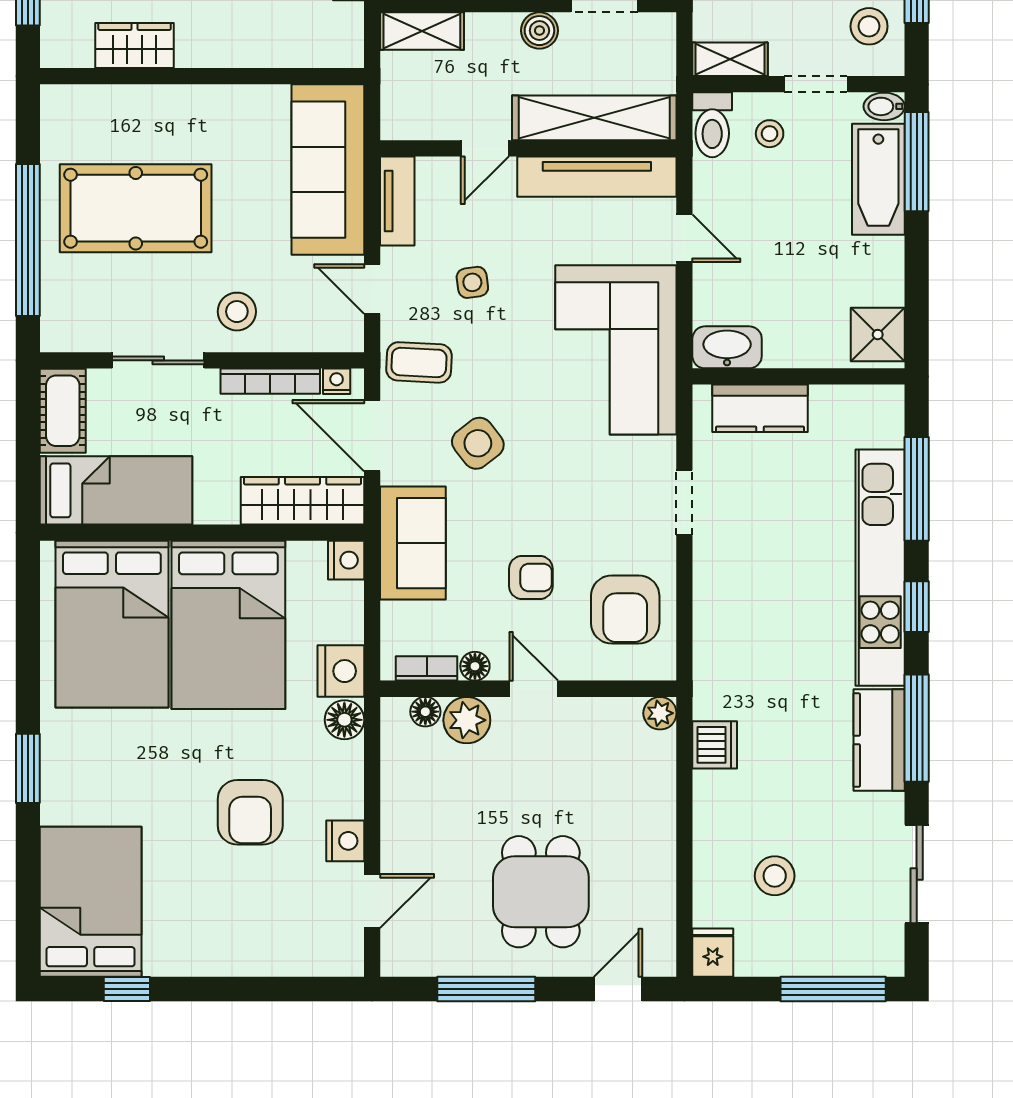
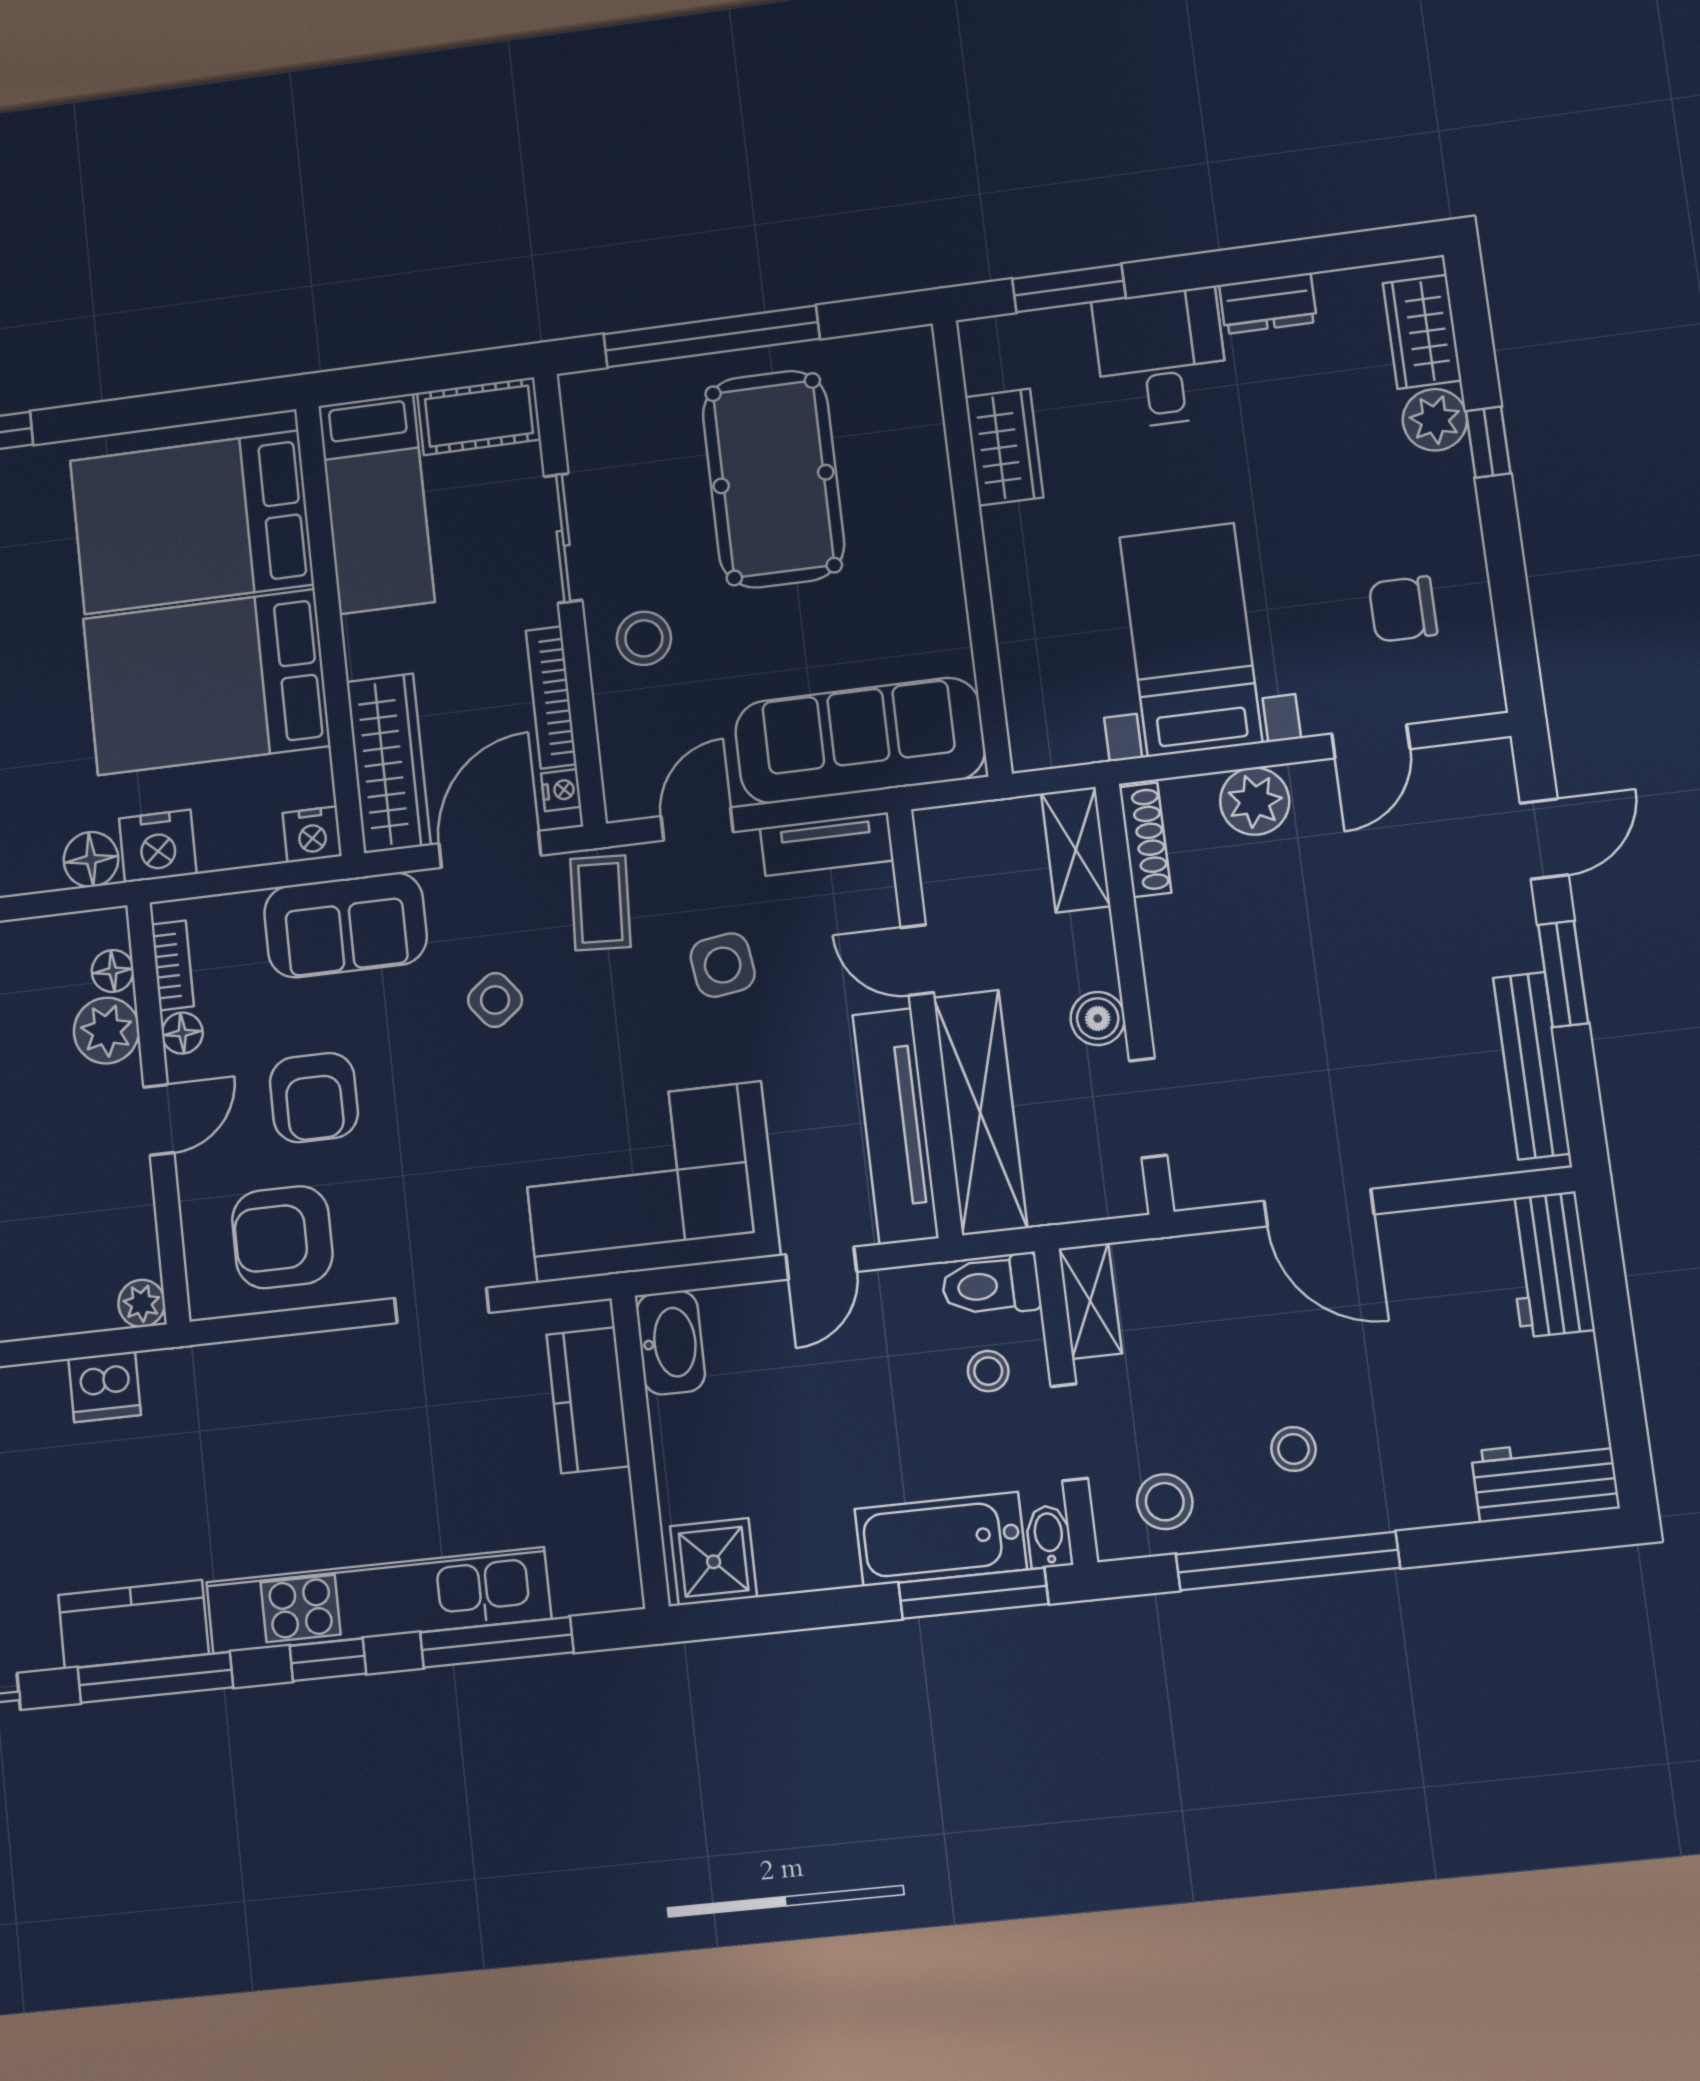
side table: (472, 282) -> (723, 965), width x1.37, depth x1.37
side table: (478, 443) -> (495, 1000), width x0.73, depth x0.73
armchair: (531, 577) -> (314, 1098), width x1.38, depth x1.38

